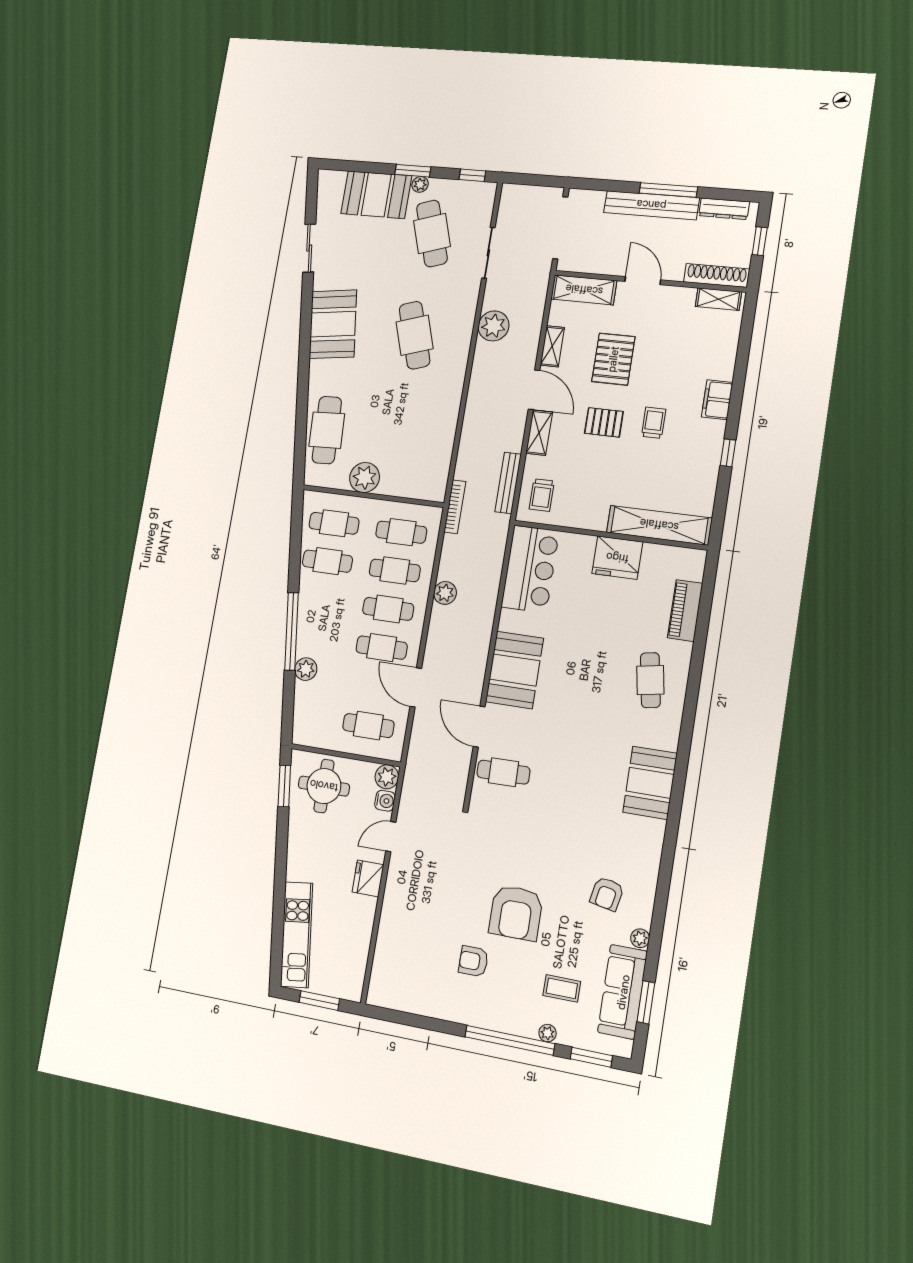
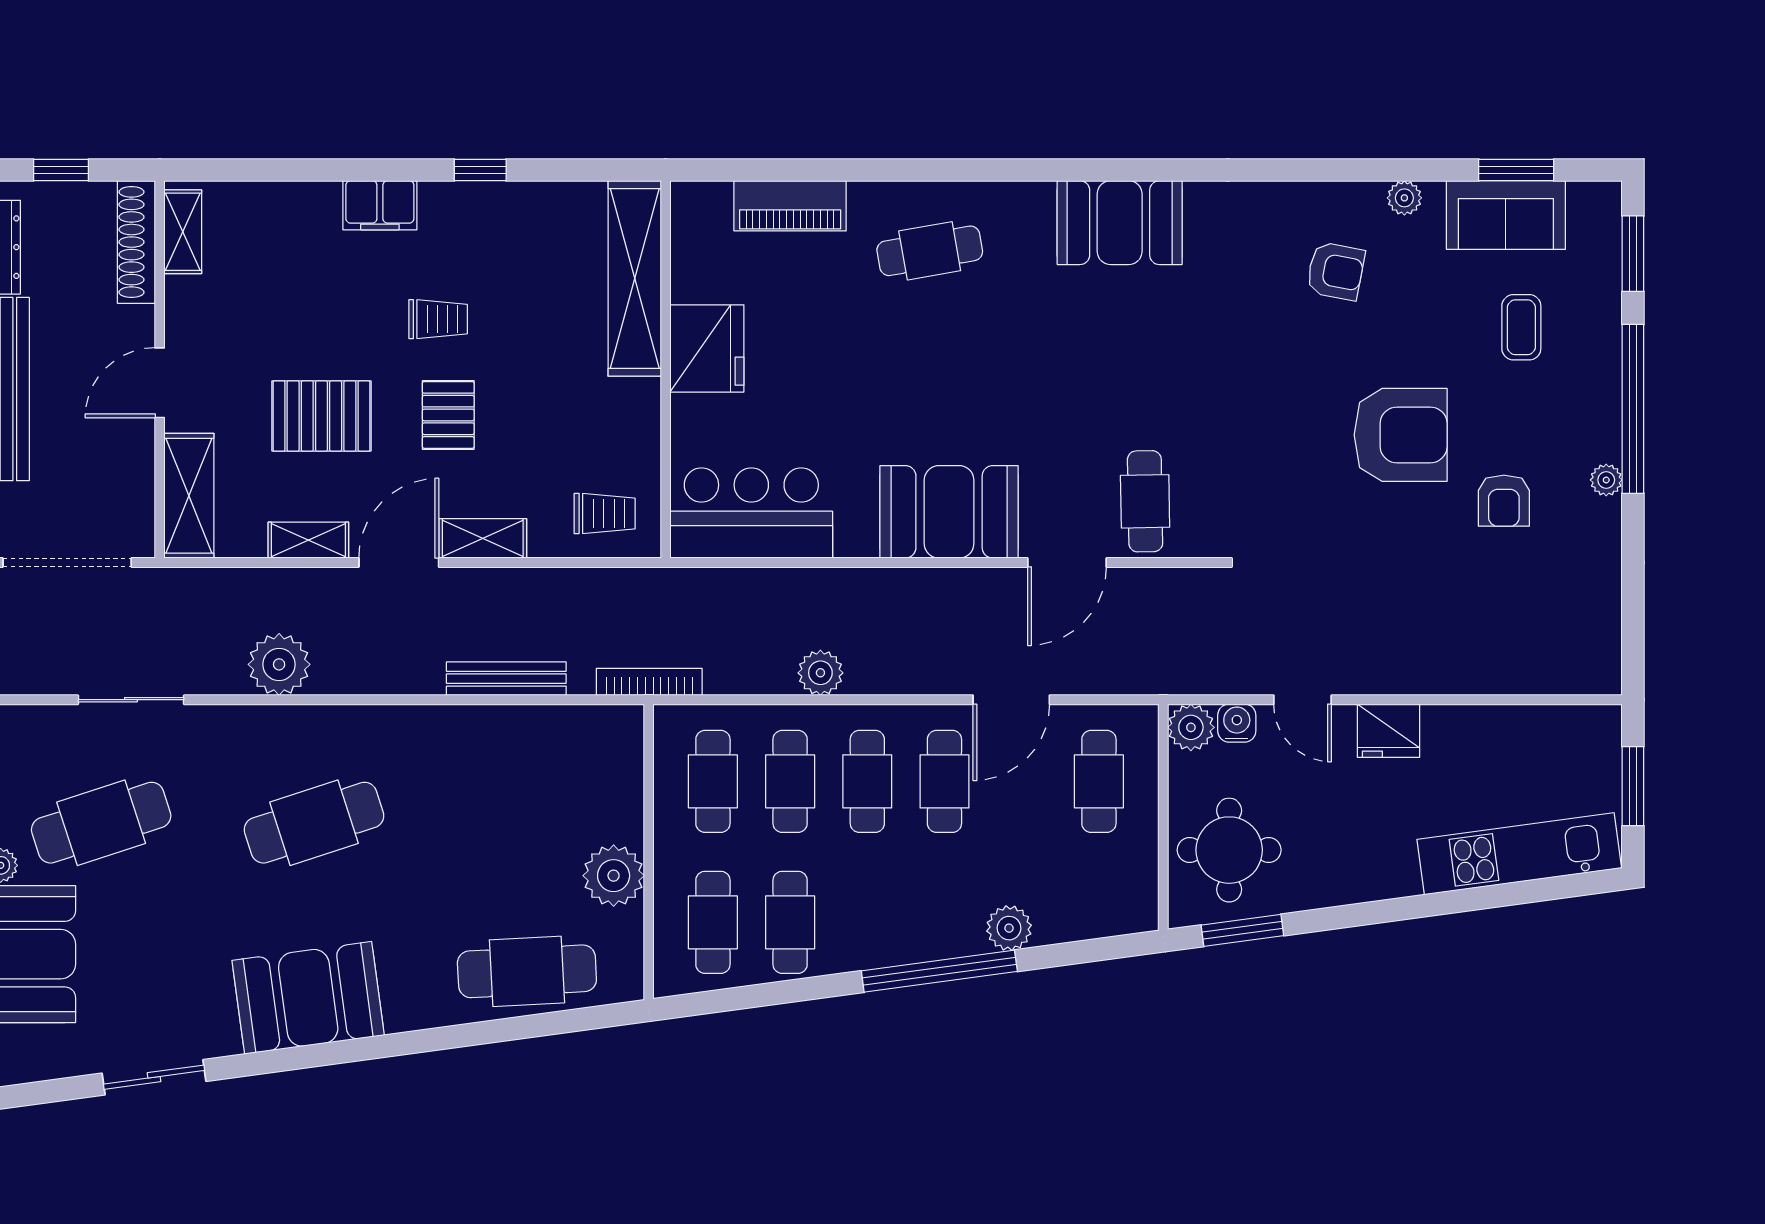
trolley: (654, 423) -> (438, 319), turned 180
bench: (508, 483) -> (506, 679), moved
sofa: (623, 992) -> (1506, 215), width x0.73
plant: (547, 1033) -> (1606, 480), moved

